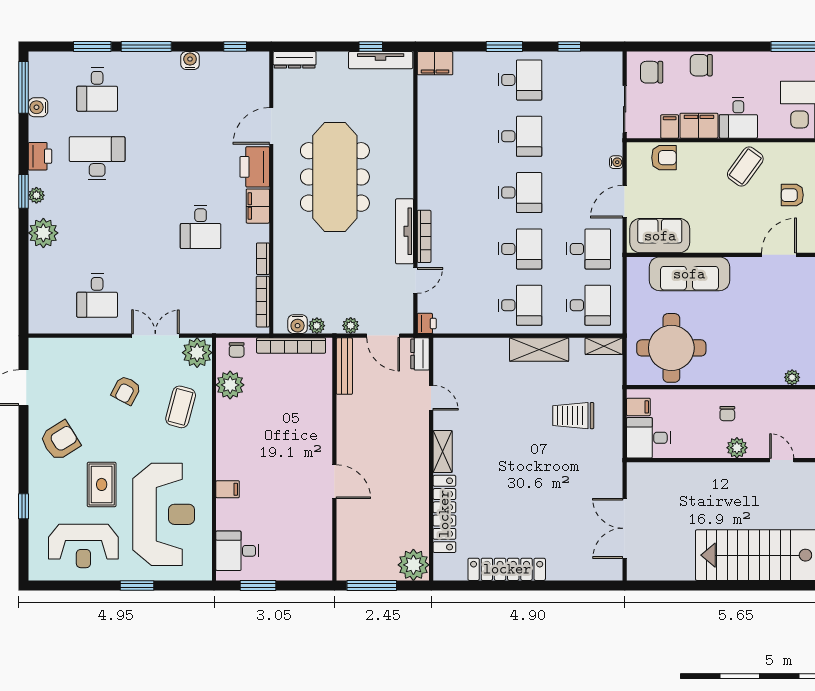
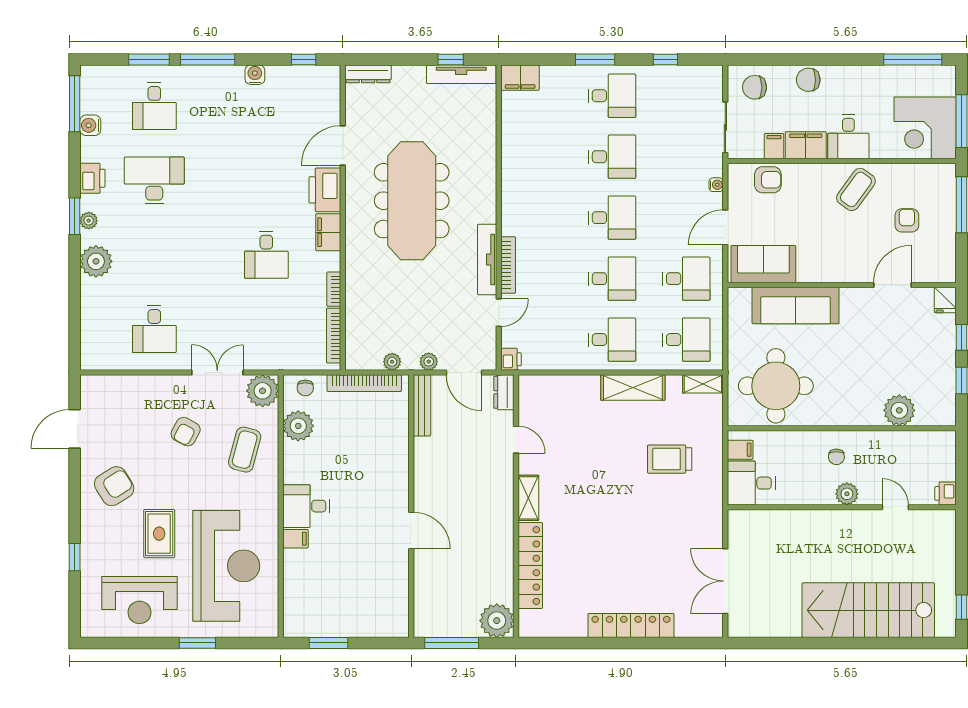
armchair: (792, 195) -> (907, 220), turned 90
water cooler: (298, 324) -> (371, 360), removed
plant: (792, 377) -> (899, 410), width x1.88, depth x1.88
desk: (237, 551) -> (306, 506), moved
locker: (507, 569) -> (631, 625), moved

